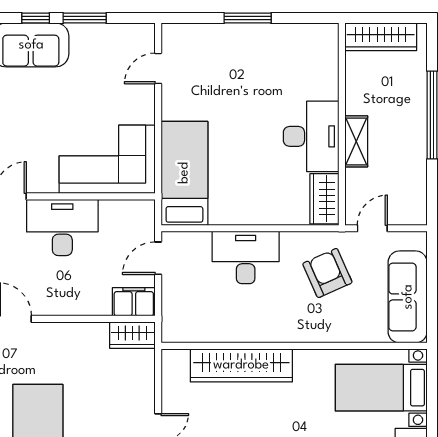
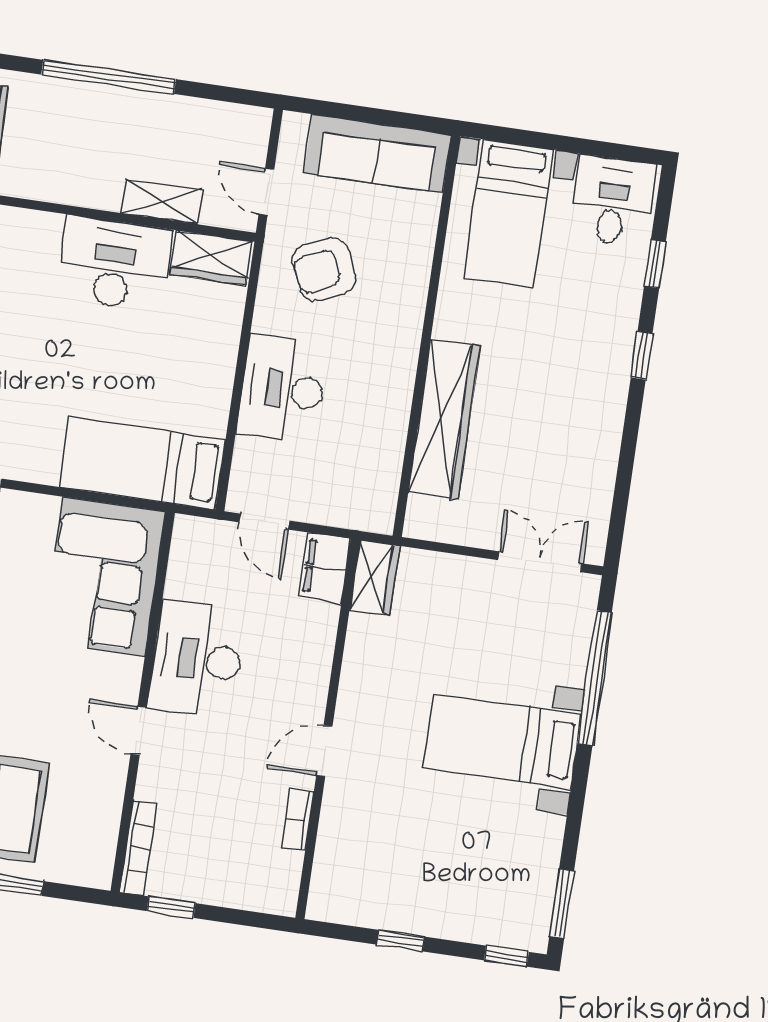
shelving: (356, 141) -> (162, 201), moved

